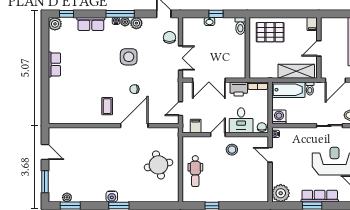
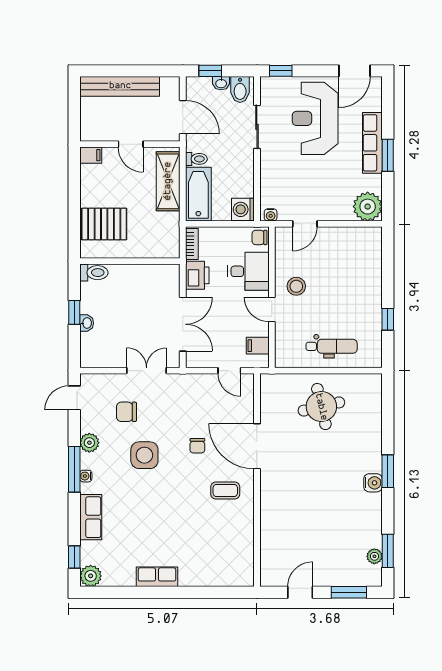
plant: (125, 22) -> (87, 461), removed
pallet: (270, 32) -> (104, 224), turned 90
chair: (169, 37) -> (126, 412), moved

